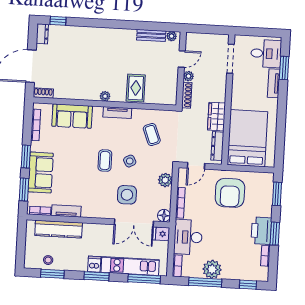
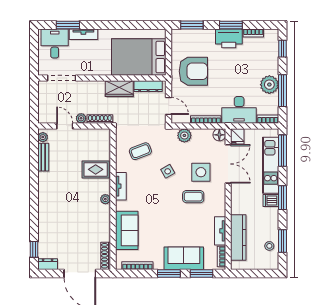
shoe rack: (43, 93) -> (106, 256), width x1.43
coffee table: (105, 161) -> (193, 197), moved

